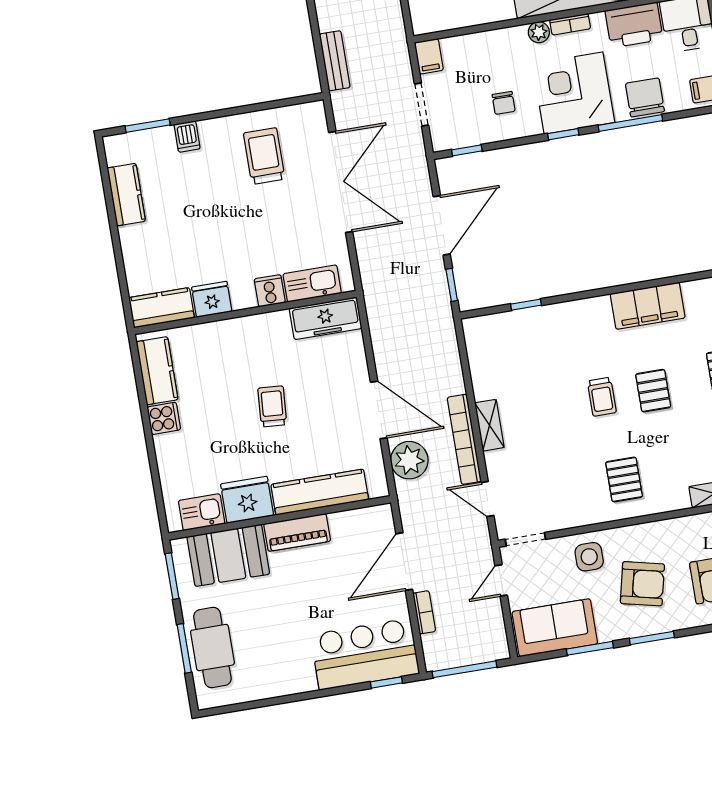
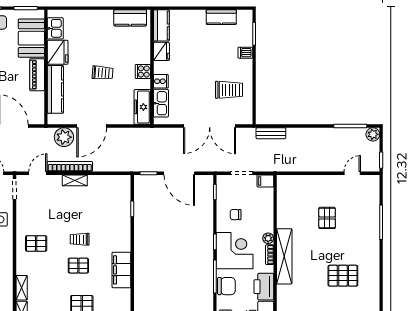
cooker: (164, 418) -> (143, 72), moved, turned 90

